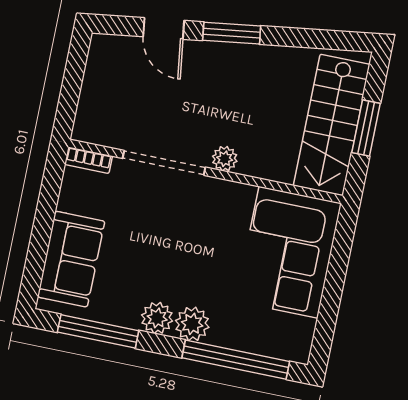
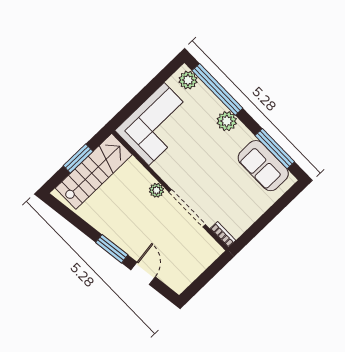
sofa: (71, 259) -> (263, 166), moved, turned -90
plant: (157, 318) -> (188, 80), moved

